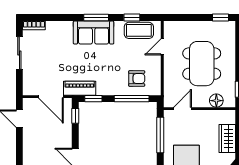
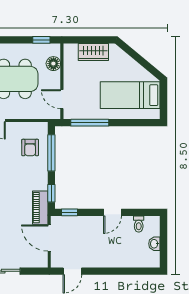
armchair: (137, 79) -> (30, 148), turned 180
door: (51, 97) -> (49, 238), swing flipped

